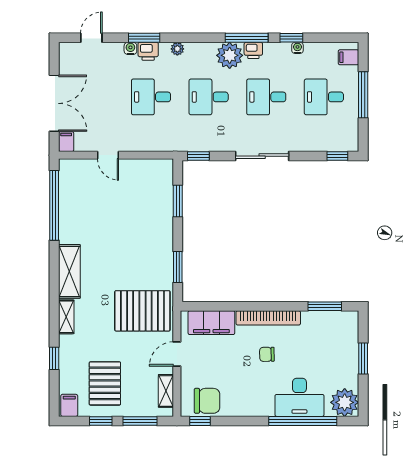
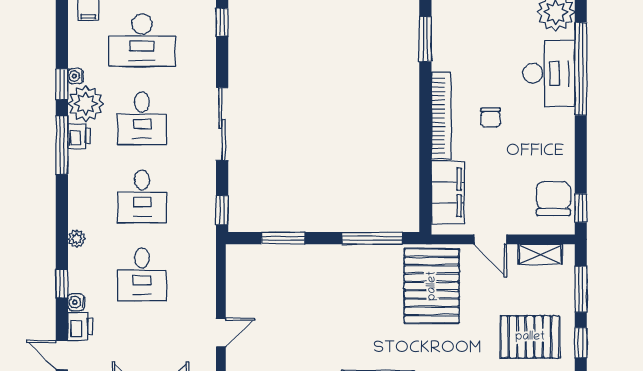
window: (144, 38) -> (62, 284), width x0.67
printer: (148, 51) -> (80, 326), moved
plant: (230, 55) -> (86, 104), moved
desk: (324, 97) -> (142, 40), width x1.37
window: (178, 267) -> (372, 238), width x1.44

